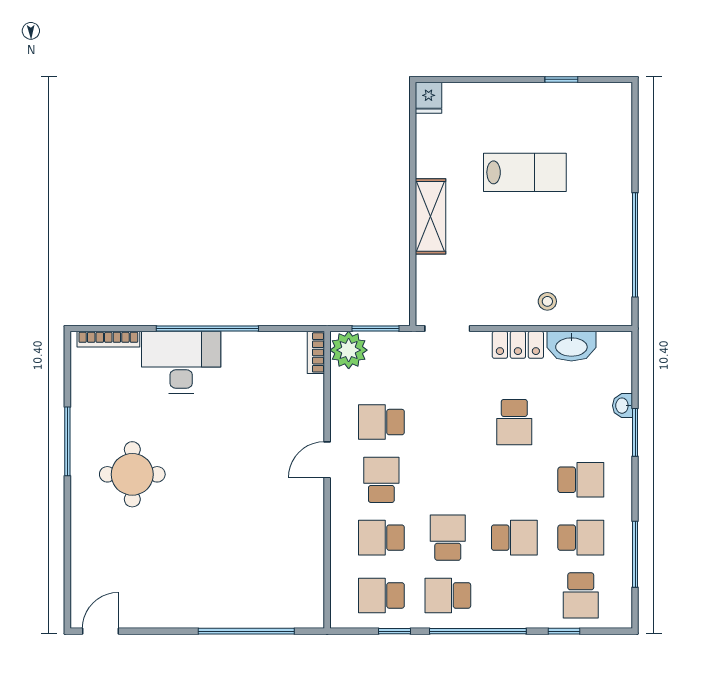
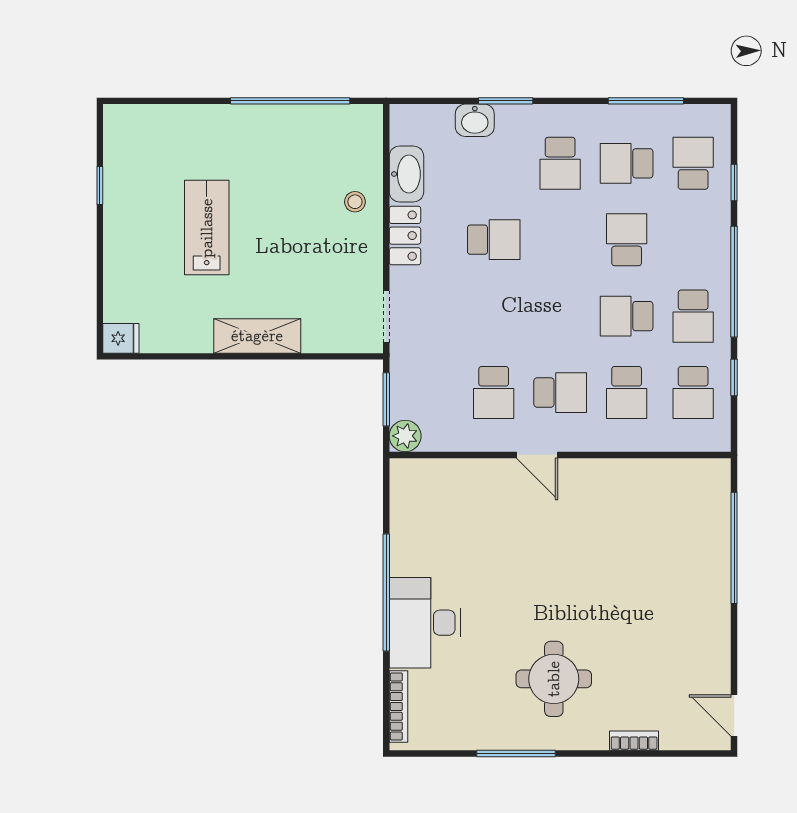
plant: (349, 350) -> (405, 436), width x0.73, depth x0.73
bookcase: (316, 352) -> (634, 741), moved, turned 180
washbasin: (623, 406) -> (475, 120), width x1.38, depth x1.45
school desk: (381, 480) -> (560, 393), turned 180
school desk: (581, 480) -> (560, 163), turned 180
school desk: (581, 538) -> (627, 163), turned -90
school desk: (581, 595) -> (693, 163), turned -90

